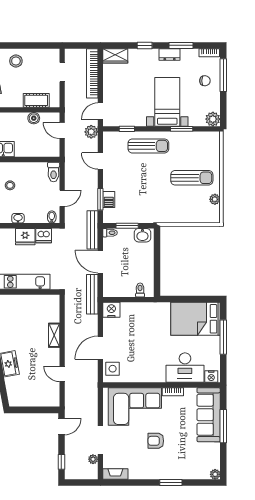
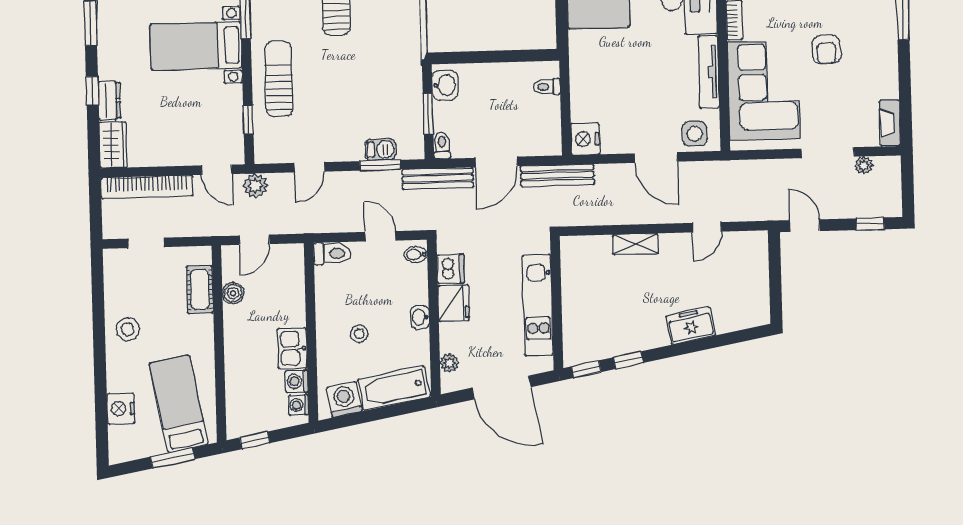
dresser: (170, 55) -> (109, 101), moved
tv unit: (146, 377) -> (709, 72), added

